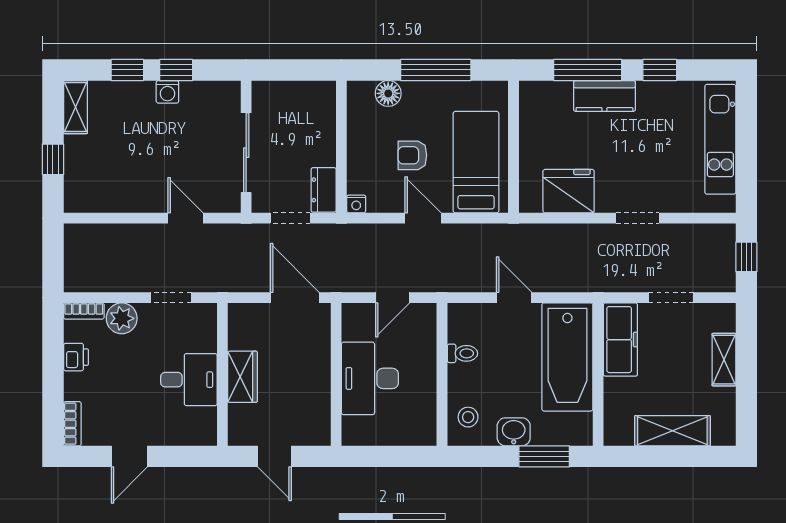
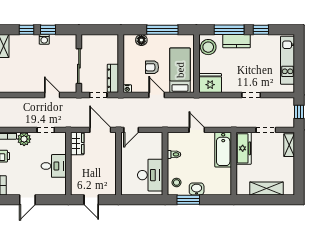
stool: (540, 109) -> (208, 47), added
dresser: (324, 190) -> (113, 78), width x1.44
fridge: (569, 191) -> (210, 83), moved
door: (393, 298) -> (131, 130), moved
bathtub: (567, 357) -> (223, 150), width x0.73, depth x0.73
shelving: (724, 360) -> (289, 145), moved
wardrobe: (243, 377) -> (77, 143), moved
desk: (370, 378) -> (150, 175), moved, turned 180
window: (544, 456) -> (188, 200), moved

